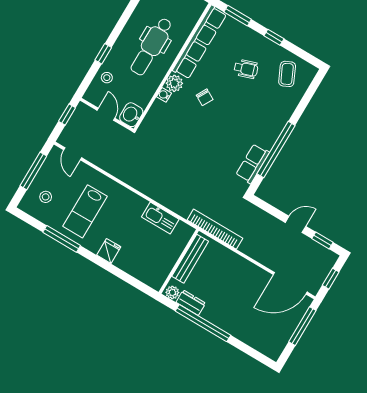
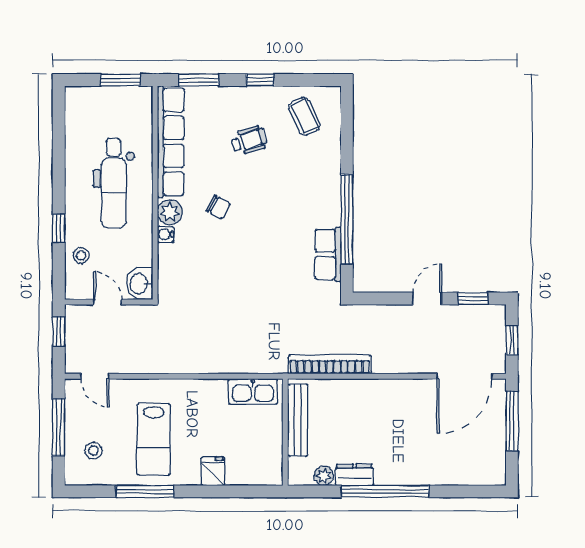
bench: (190, 259) -> (298, 420), moved
wall: (179, 261) -> (285, 432), moved

